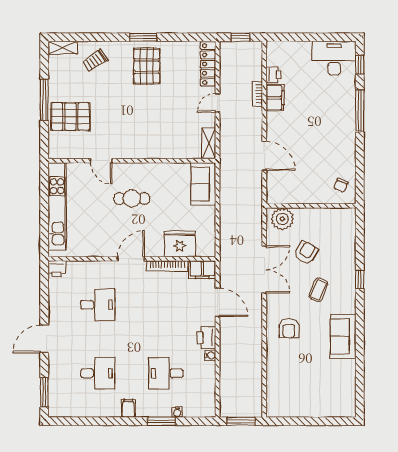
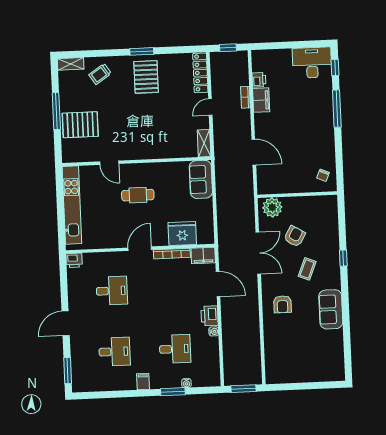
desk: (166, 373) -> (175, 349), turned 180

